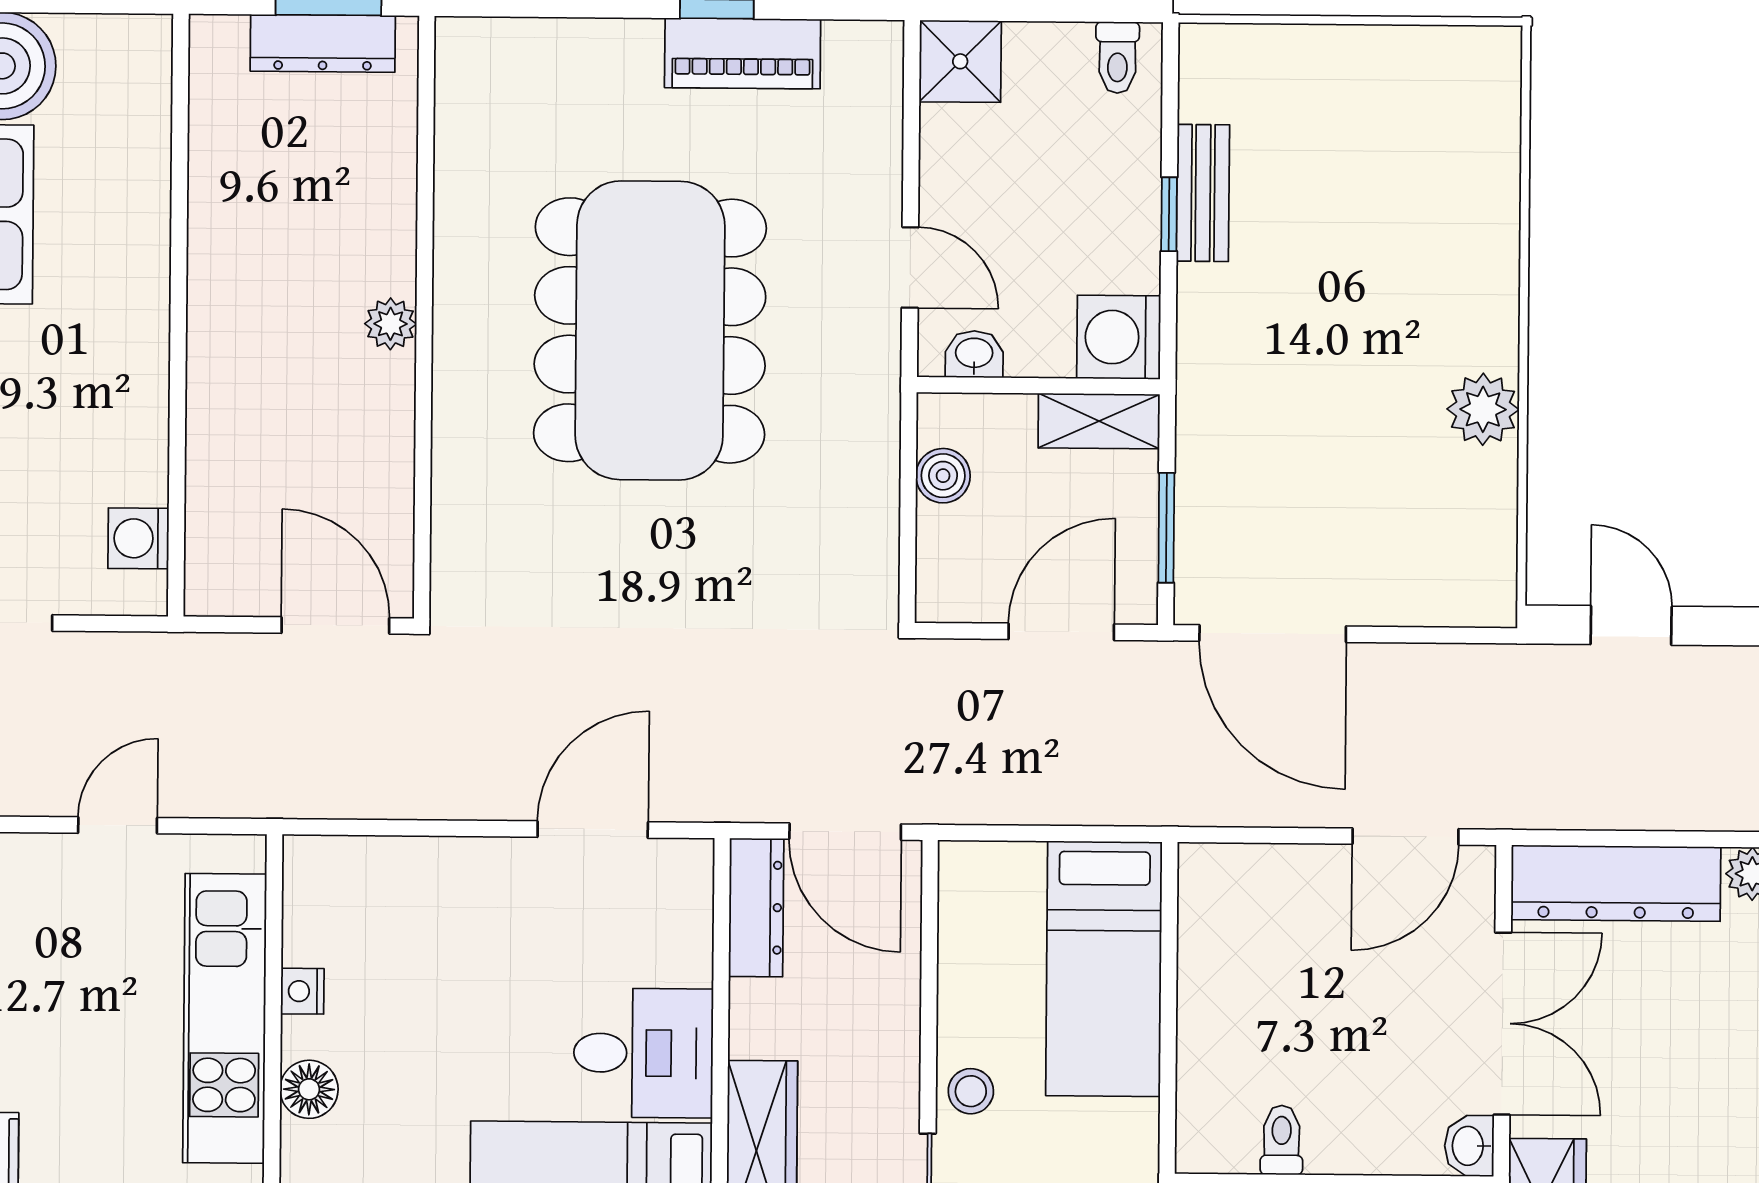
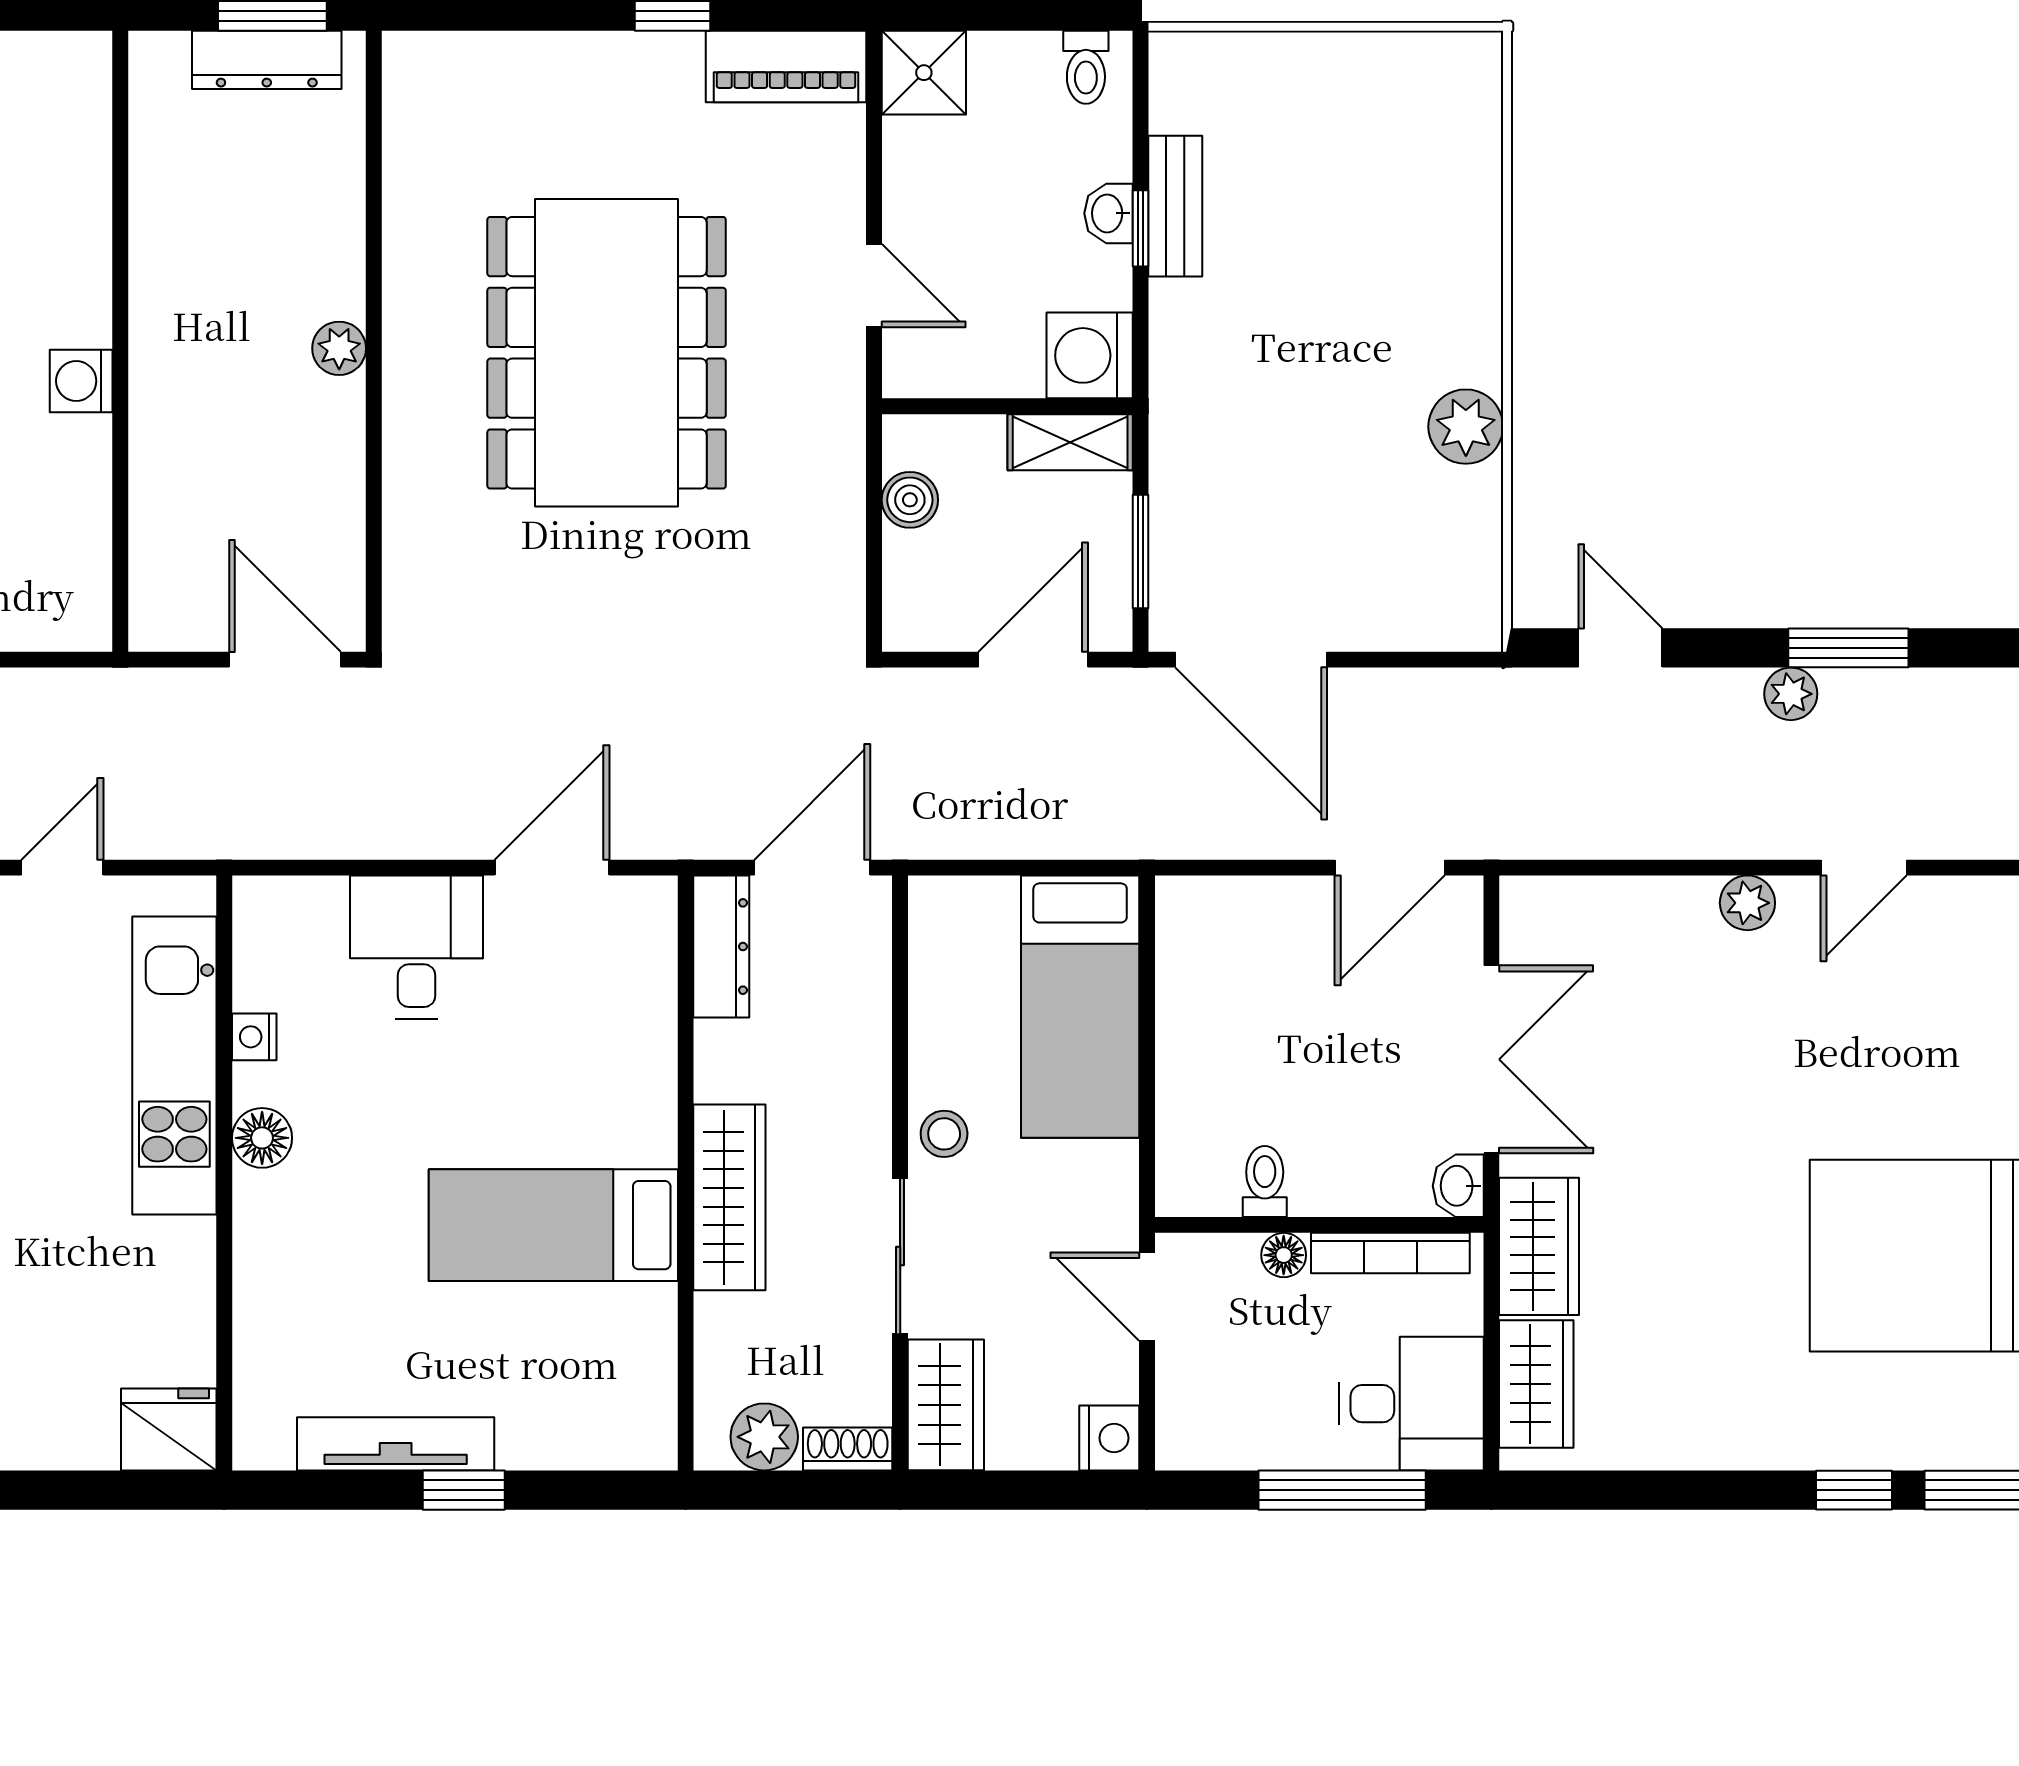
piano: (743, 53) -> (786, 66), moved
washbasin: (974, 354) -> (1109, 213), moved, turned -90
washing machine: (138, 538) -> (81, 381), moved
door: (845, 832) -> (812, 868), swing flipped
dresser: (1616, 883) -> (1607, 914), removed
desk: (643, 1053) -> (416, 947), moved, turned -90

